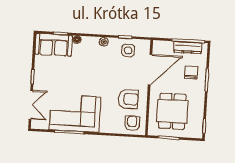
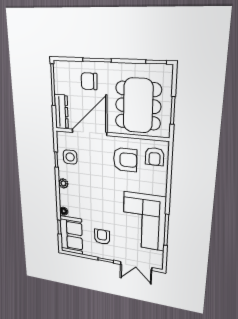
dresser: (188, 47) -> (61, 112), moved
door: (150, 70) -> (89, 132), hinge flipped
armchair: (56, 75) -> (102, 237), added
armchair: (128, 99) -> (125, 160), turned 90
double door: (31, 105) -> (136, 266), swing flipped
dining table: (172, 111) -> (138, 106), width x1.38
armchair: (132, 123) -> (155, 157), turned -90

